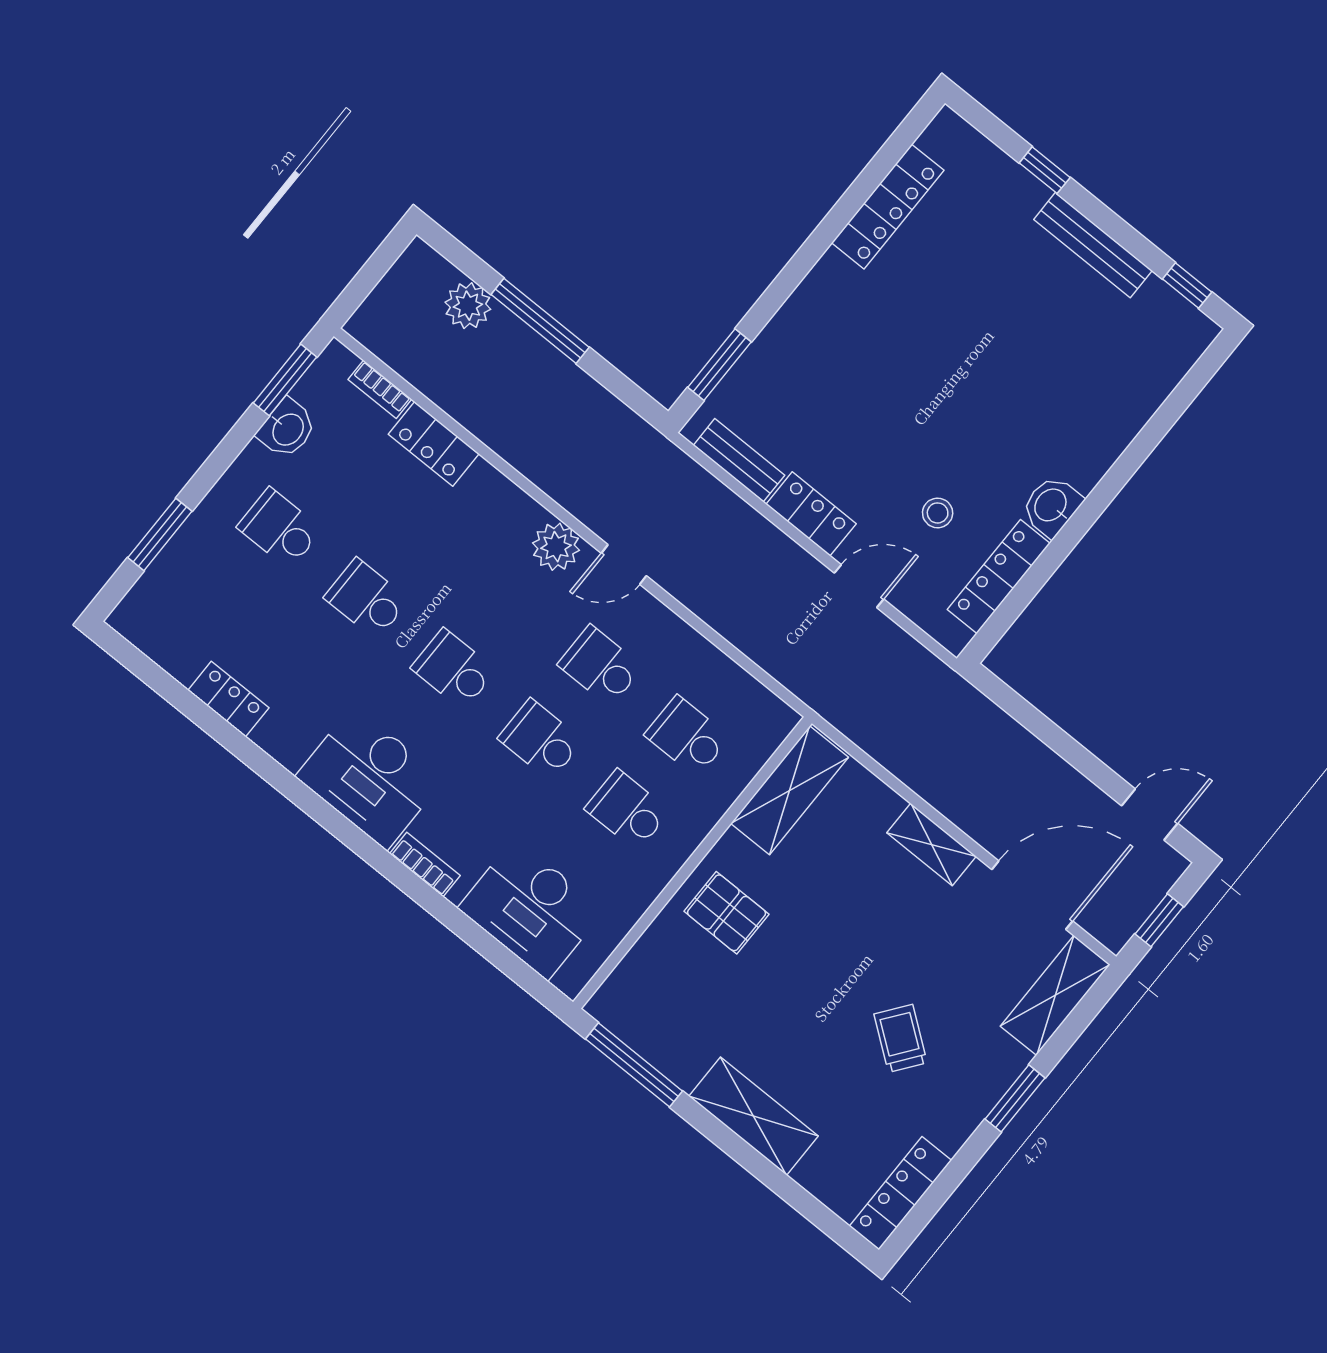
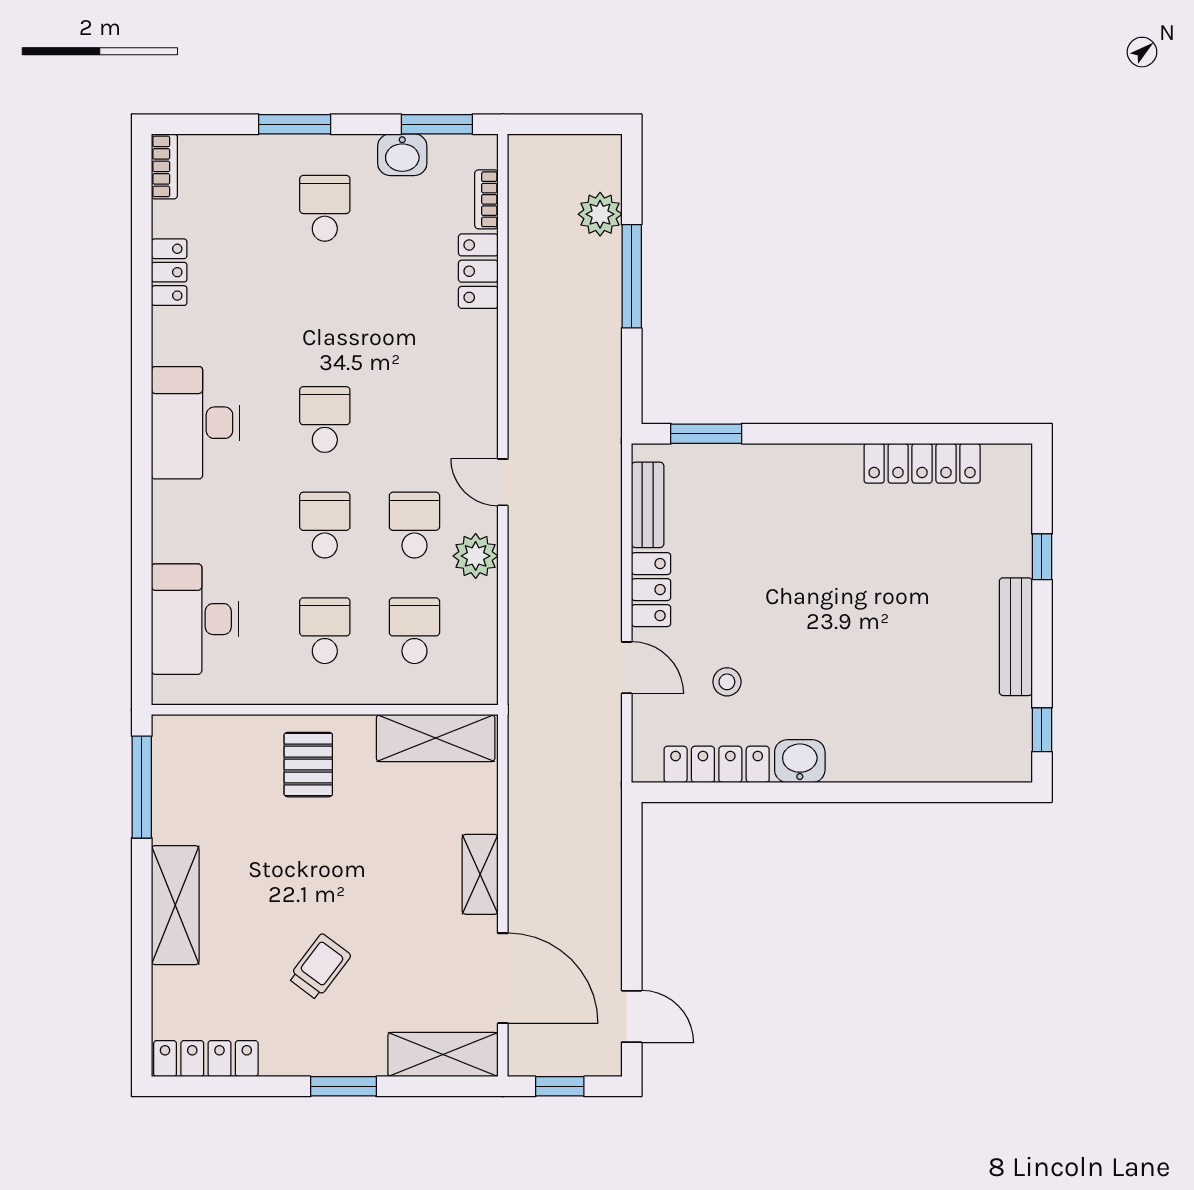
window: (160, 534) -> (295, 124), moved
plant: (556, 547) -> (476, 556), moved
school desk: (366, 599) -> (325, 314), removed
bookcase: (425, 865) -> (164, 166), moved

